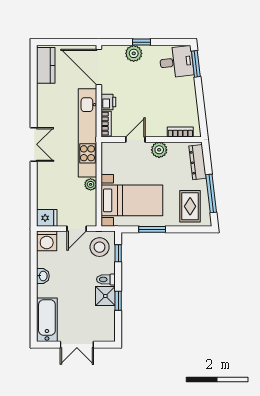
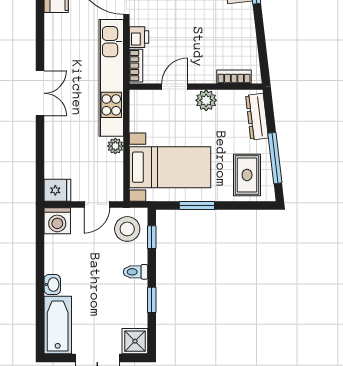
washbasin: (43, 276) -> (52, 285), moved
shower: (105, 296) -> (135, 341), moved

